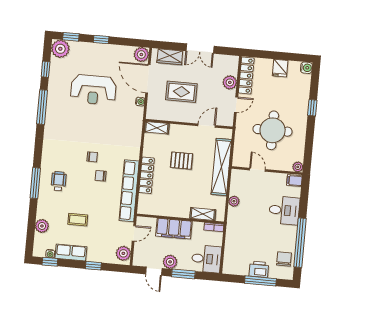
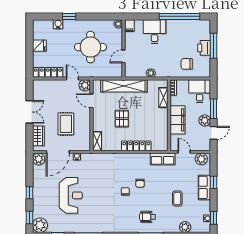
water cooler: (306, 68) -> (58, 24), moved
plant: (230, 82) -> (85, 85), moved
row of seats: (129, 191) -> (163, 159), width x0.50
row of seats: (71, 252) -> (204, 187), moved
chair: (284, 259) -> (187, 64), moved

